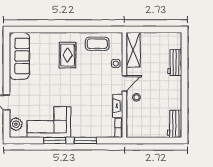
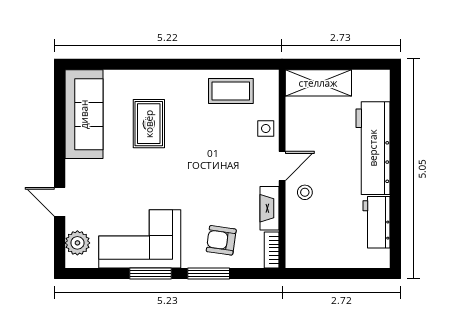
shelving: (133, 50) -> (318, 83), moved, turned 90
rug: (68, 55) -> (149, 124), moved
workbench: (175, 62) -> (373, 148), width x1.88, depth x1.32
armchair: (92, 123) -> (221, 240), added
workbench: (175, 124) -> (377, 222), moved

